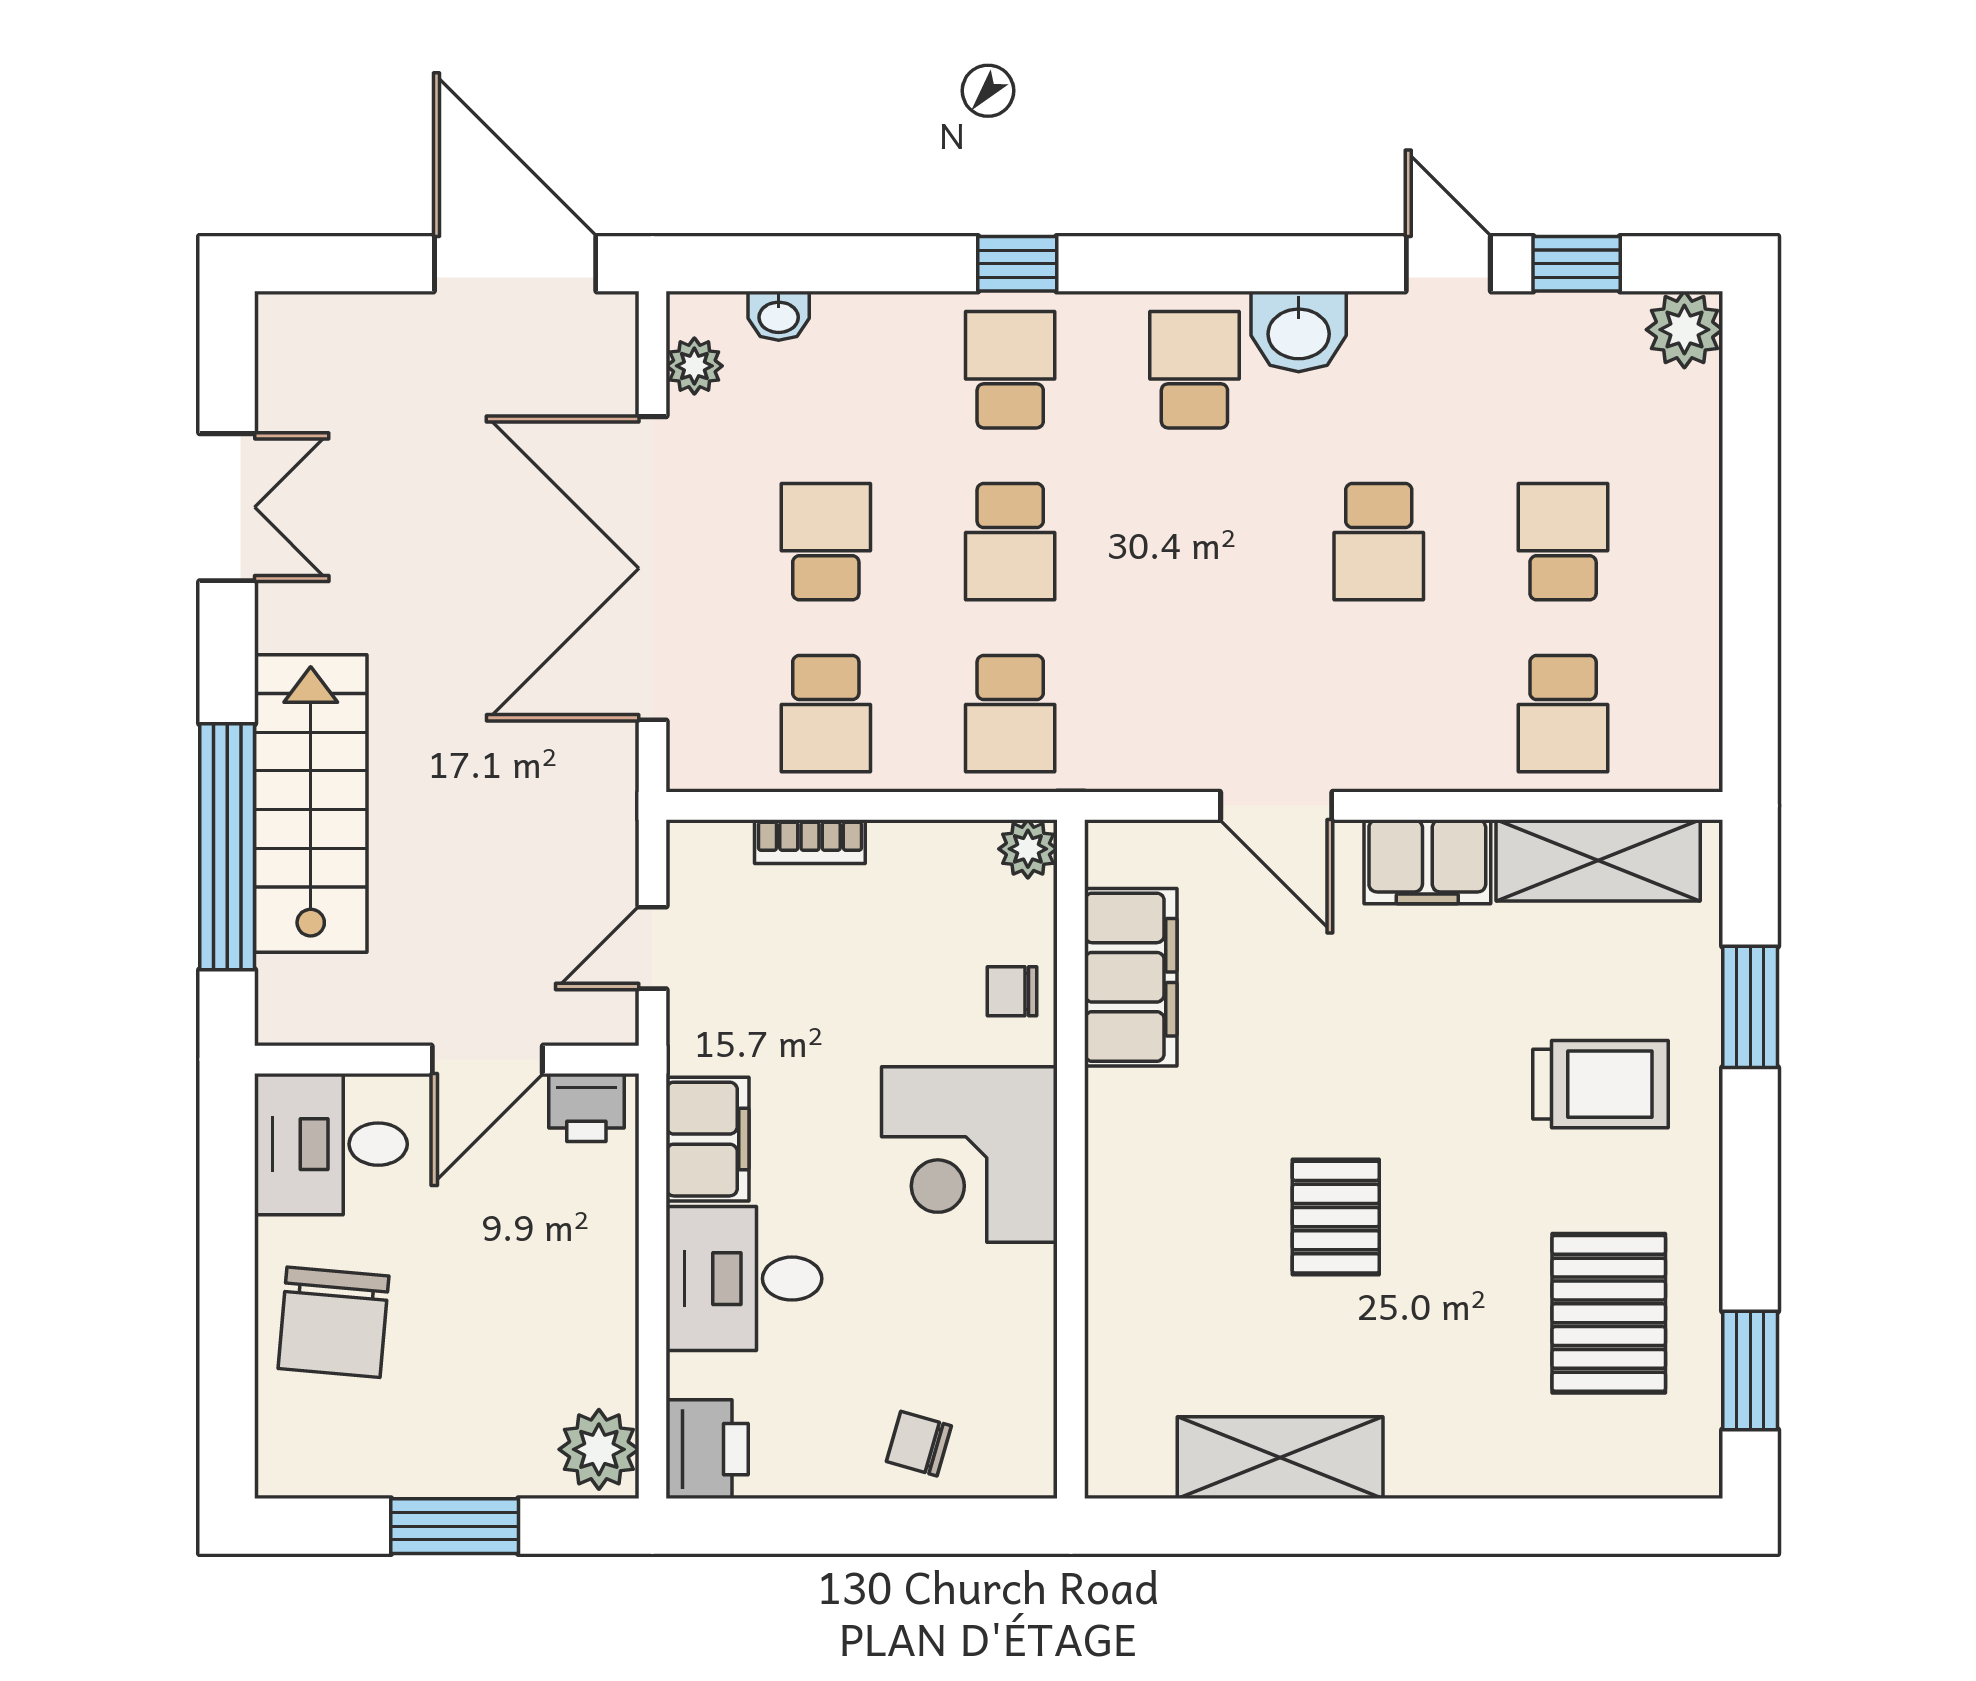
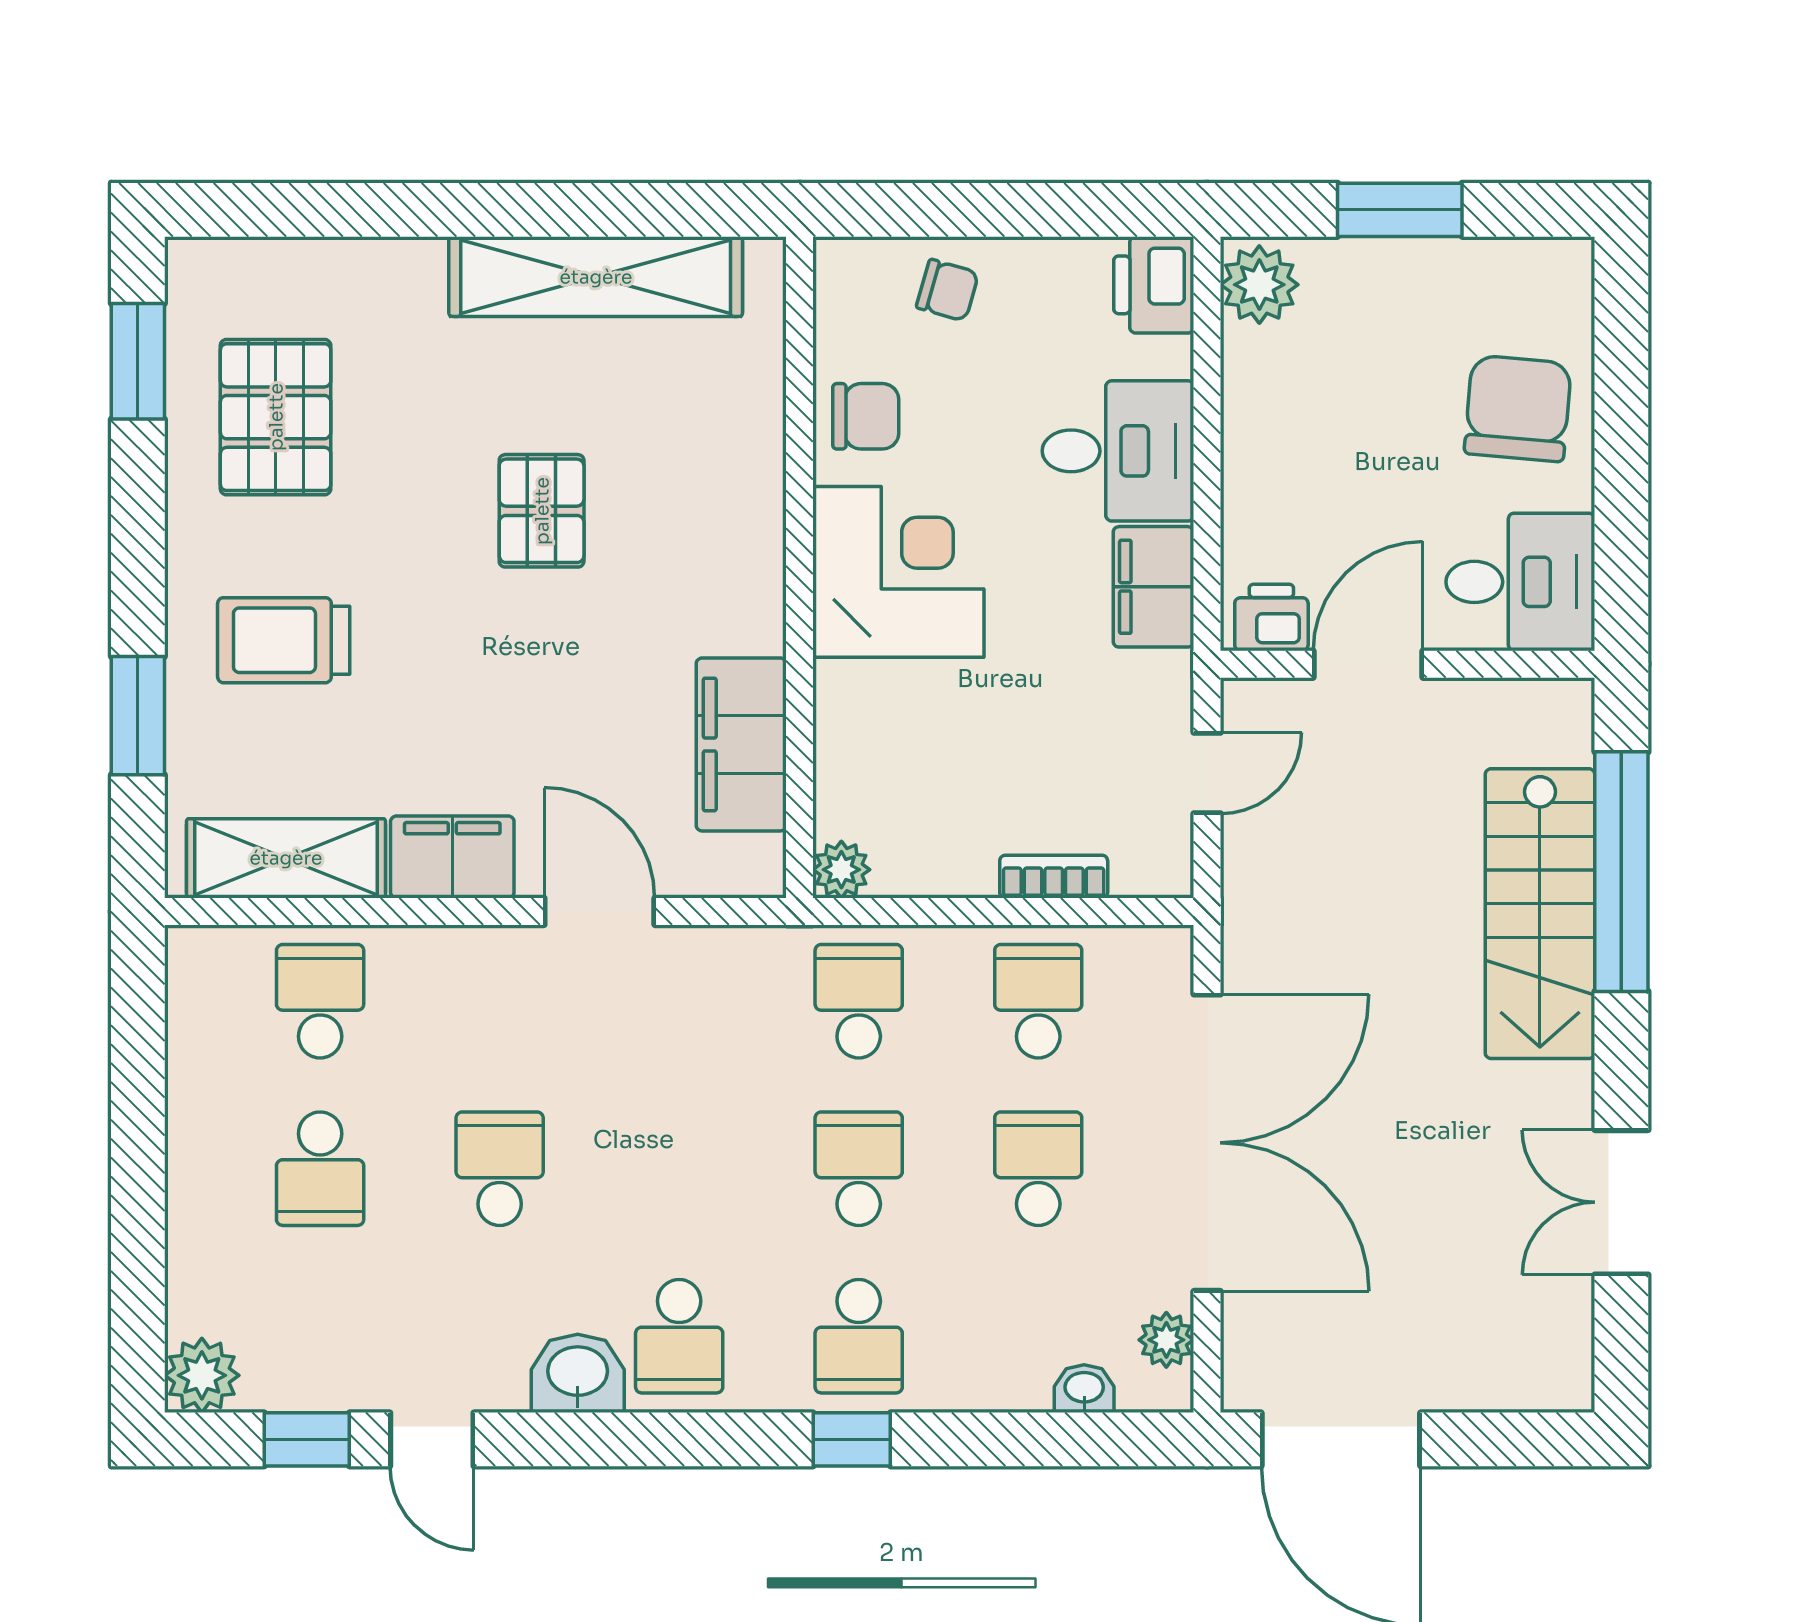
school desk: (826, 542) -> (1038, 1169), turned 180
chair: (1012, 991) -> (866, 416), moved, width x1.37, depth x1.37
shelving: (1280, 1458) -> (596, 277), width x1.47

